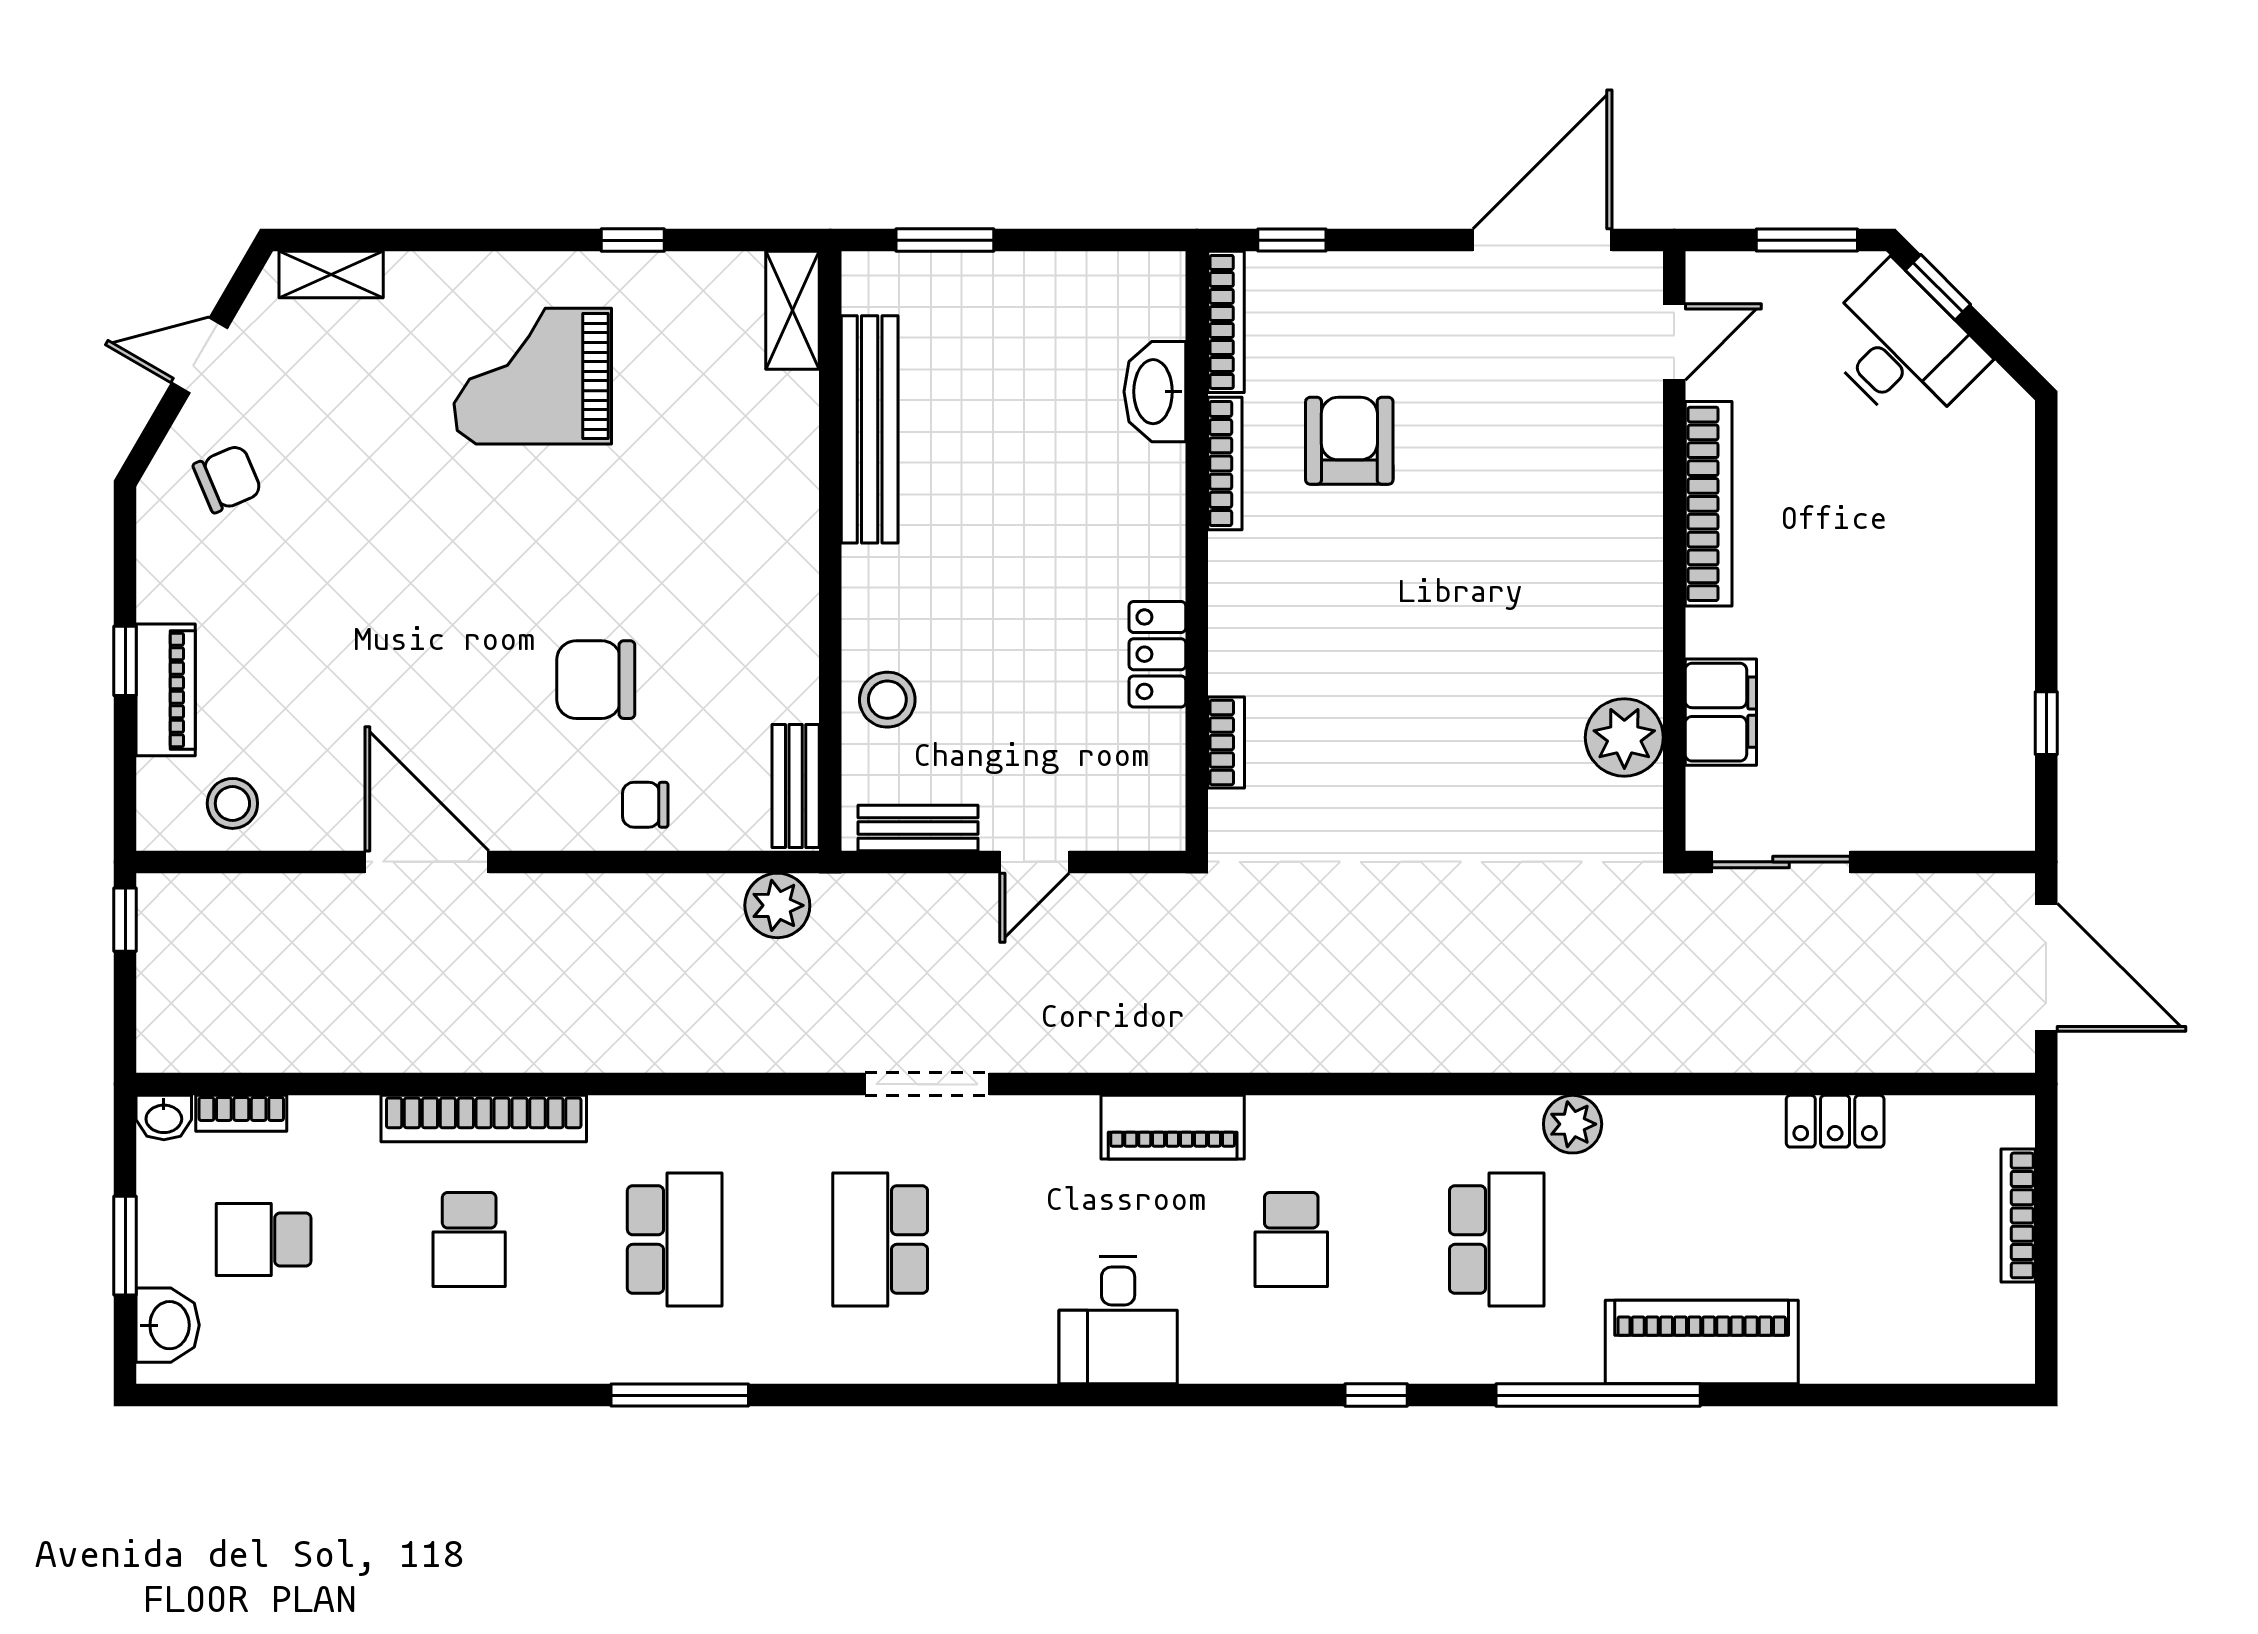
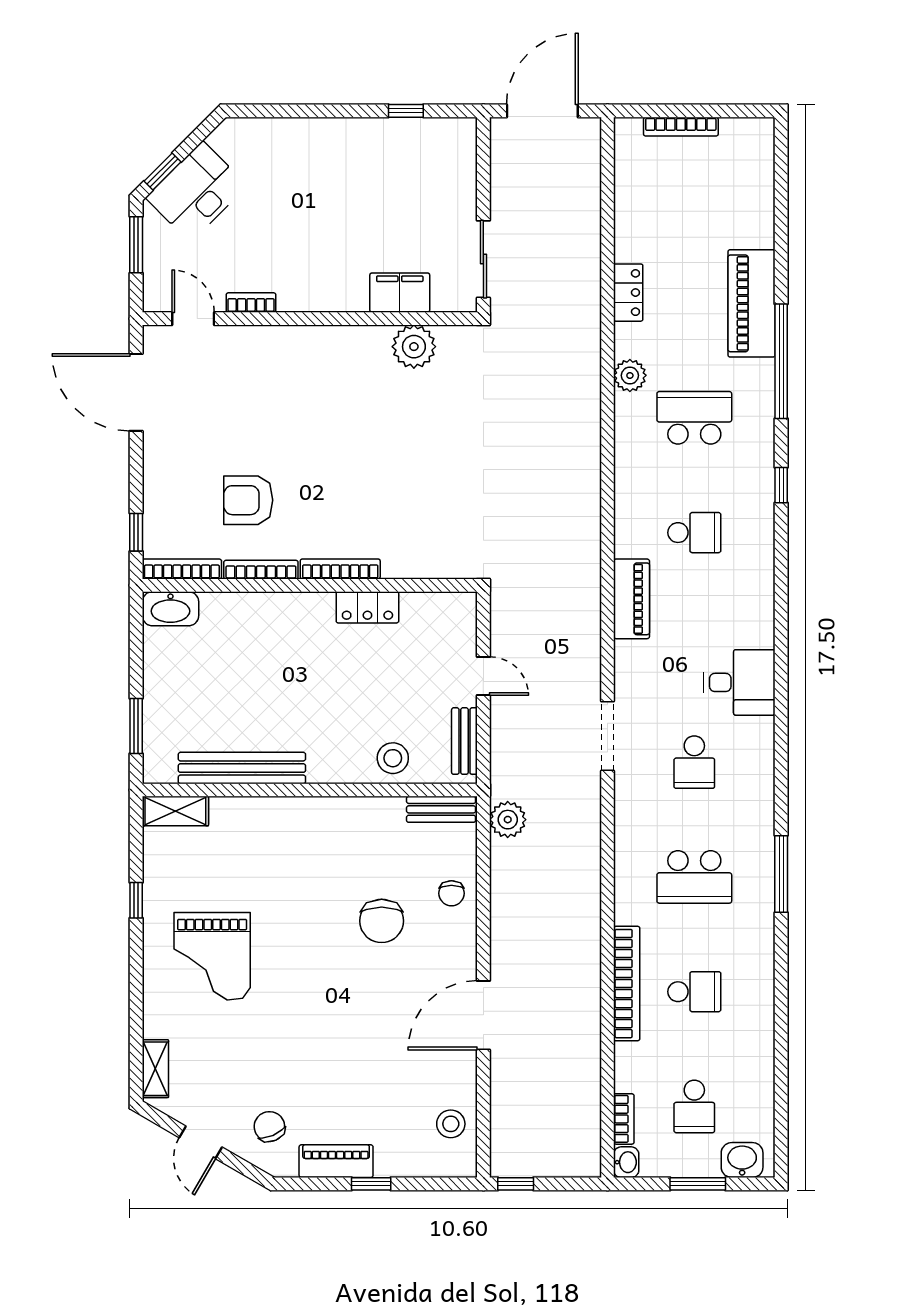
washbasin: (1155, 392) -> (170, 609), moved
bookcase: (1709, 504) -> (251, 303), width x0.43, depth x0.76
piano: (166, 690) -> (336, 1161), moved
bookcase: (1226, 742) -> (340, 569), moved, width x1.56
locker: (1835, 1121) -> (628, 293), moved
school desk: (675, 1240) -> (694, 877), turned 180
school desk: (880, 1240) -> (694, 762), width x0.54
desk: (1118, 1320) -> (739, 682), moved

